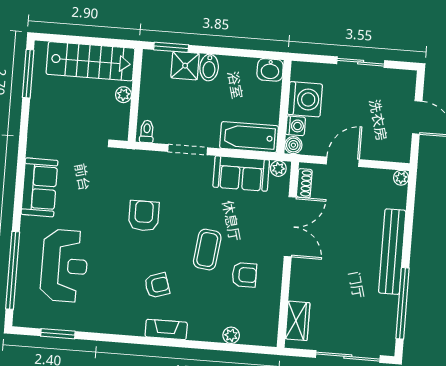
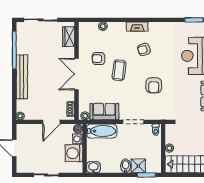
double door: (290, 227) -> (76, 74), moved

